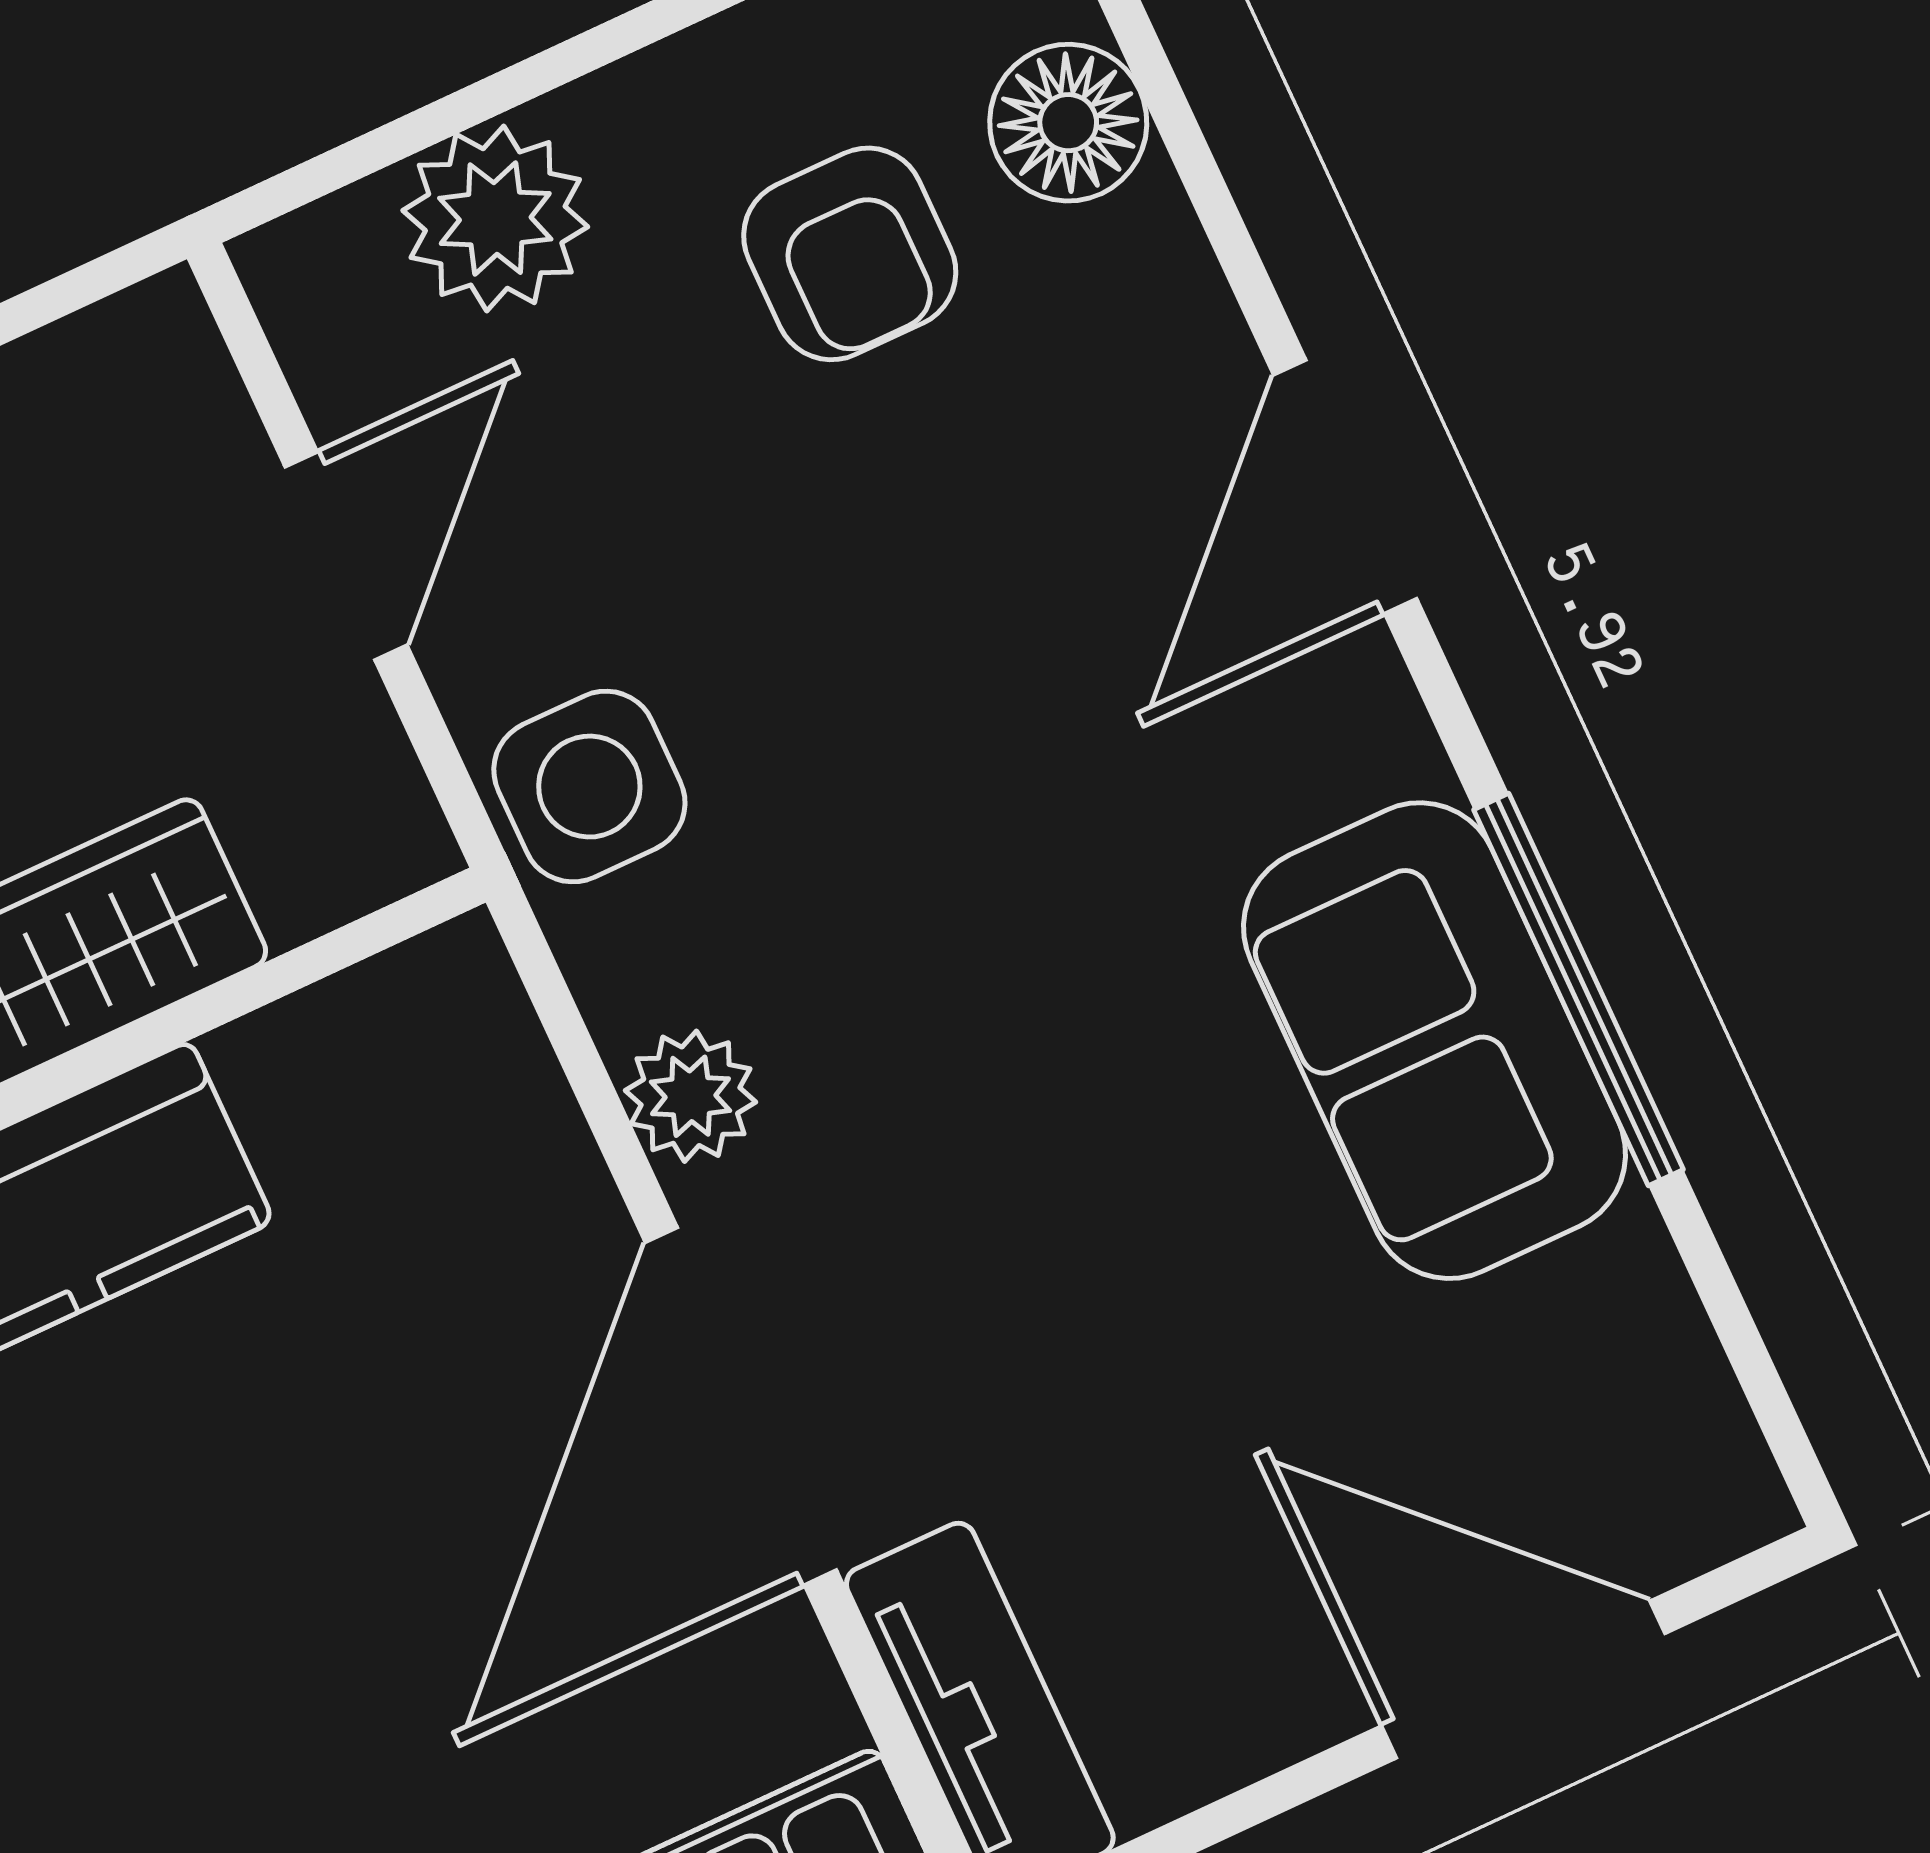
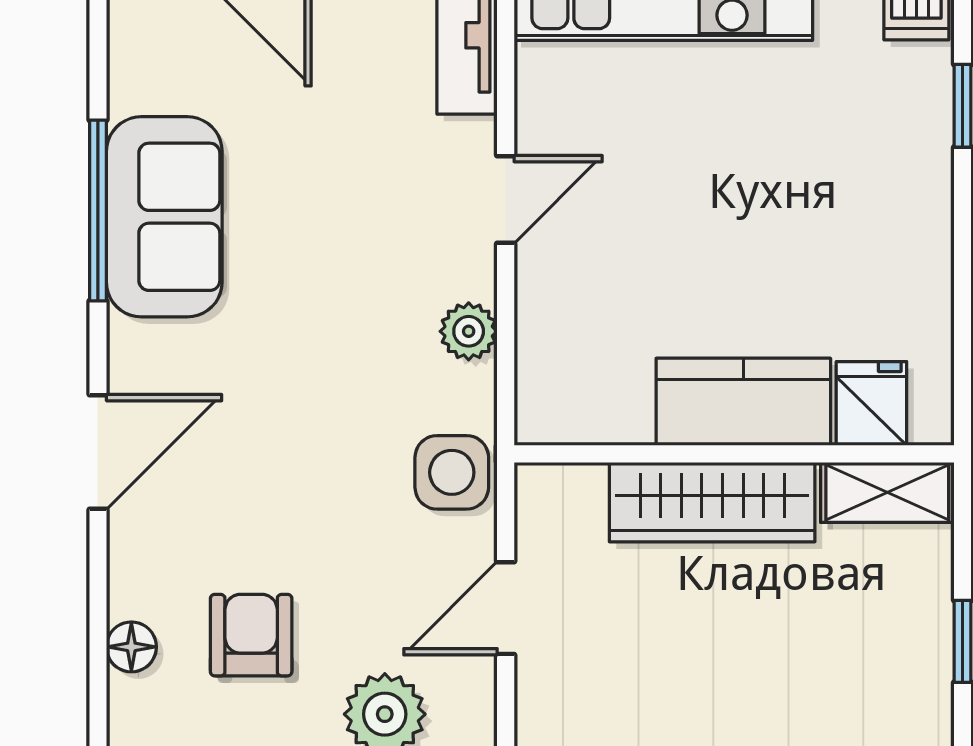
floor lamp: (1068, 123) -> (131, 647), width x0.73, depth x0.73
door: (741, 1406) -> (506, 200), width x0.53

